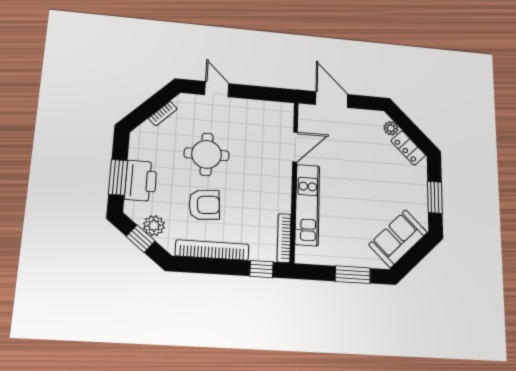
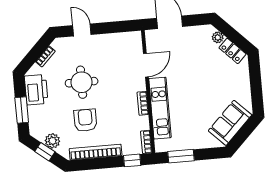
printer: (141, 181) -> (36, 90), moved
bookcase: (285, 195) -> (143, 103), added
window: (435, 197) -> (256, 87), removed
armchair: (204, 205) -> (85, 120), turned -86
bookcase: (284, 238) -> (146, 142), width x0.64
window: (353, 275) -> (181, 156), moved

